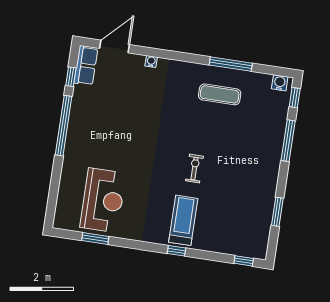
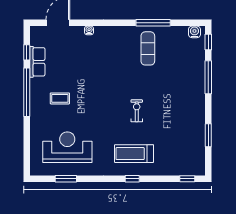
row of seats: (86, 66) -> (37, 62), moved
exercise mat: (220, 94) -> (148, 48), turned 90
coffee table: (103, 139) -> (60, 98), added
reception desk: (103, 200) -> (67, 147), turned -90
treadmill: (183, 220) -> (134, 154), turned -90

